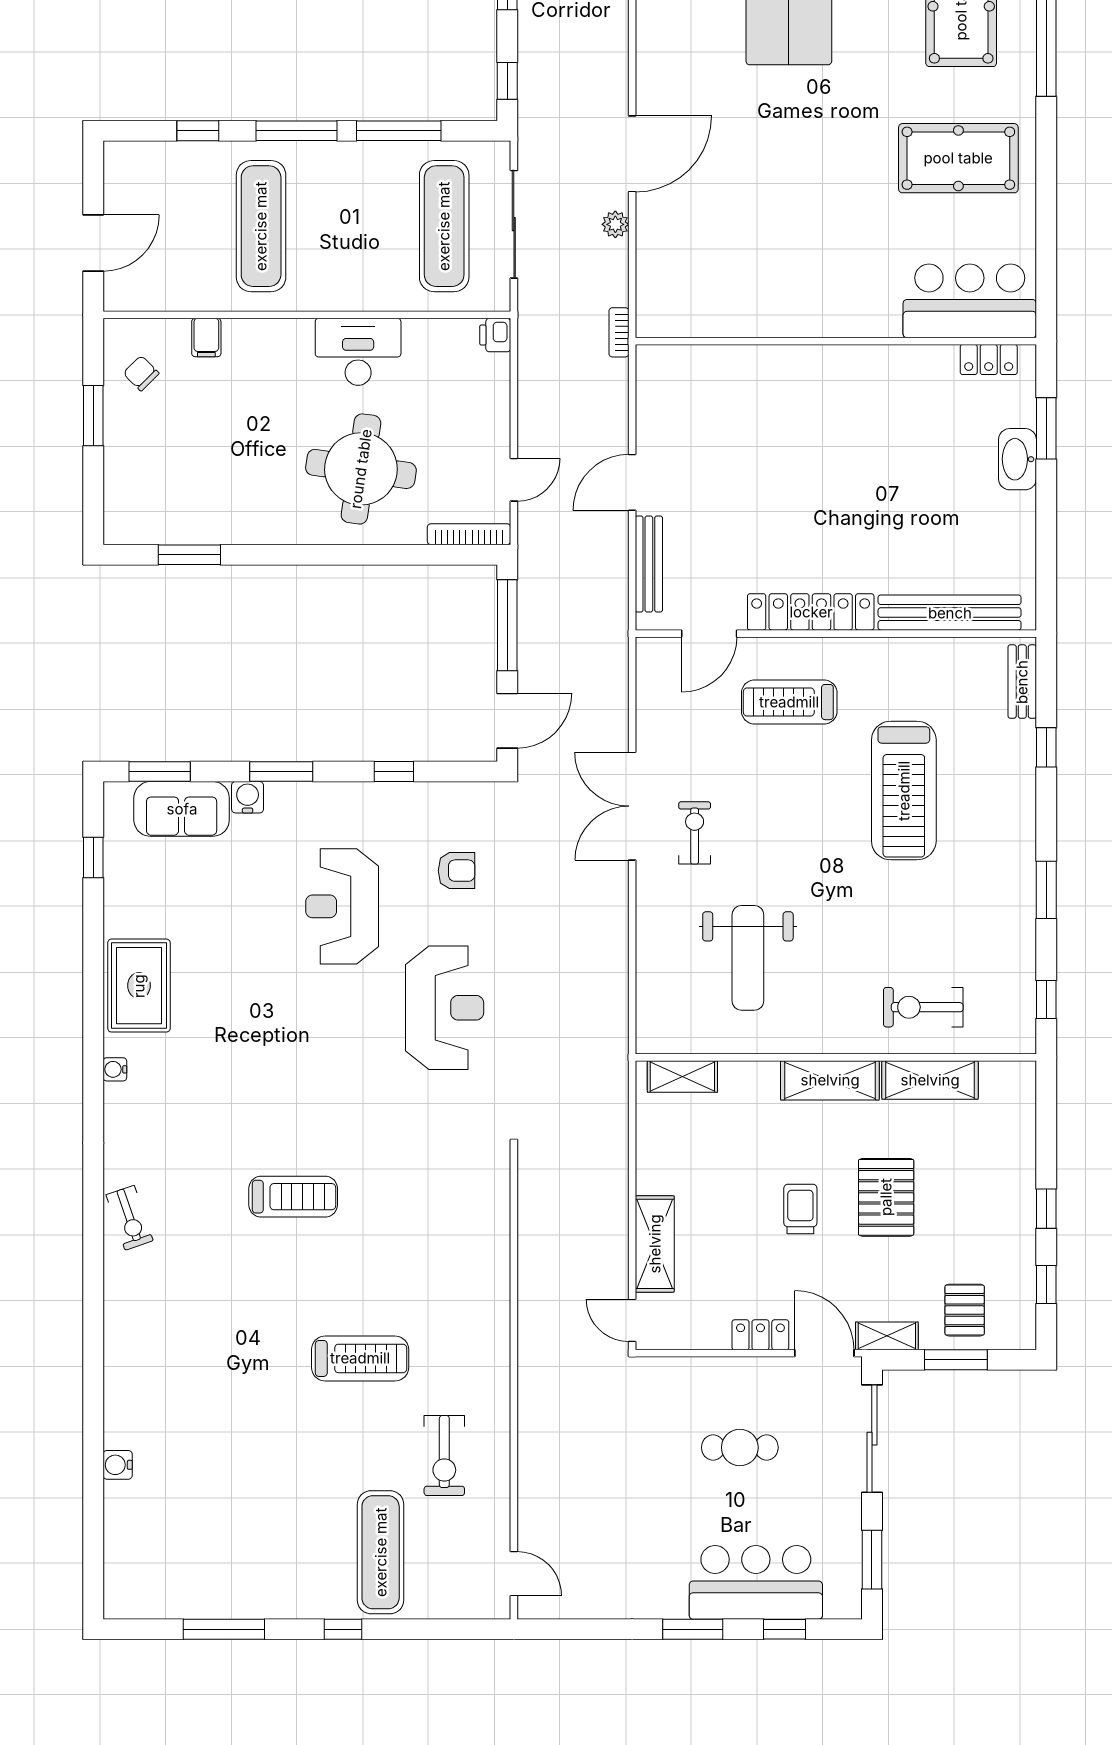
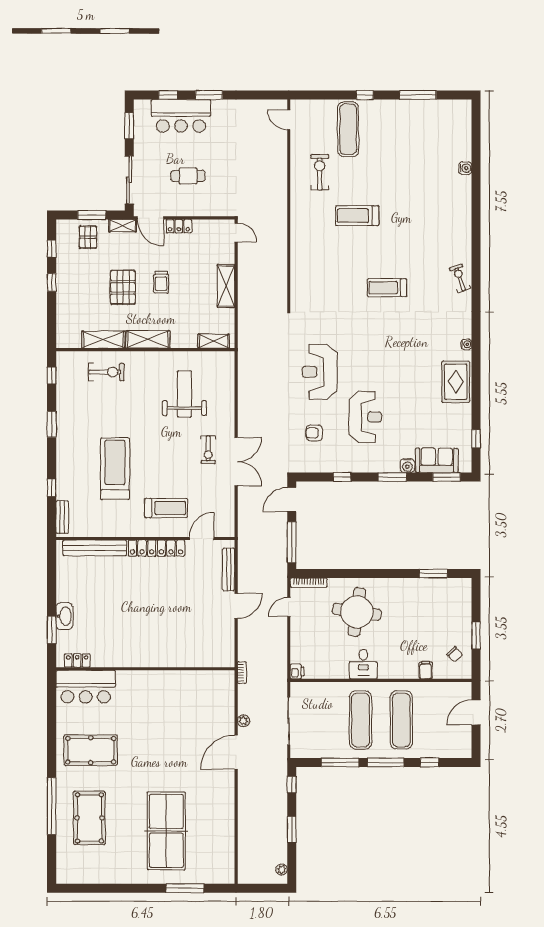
exercise mat: (444, 226) -> (361, 720), moved
desk: (358, 352) -> (363, 664), width x0.73
shelving: (655, 1244) -> (226, 286), moved

